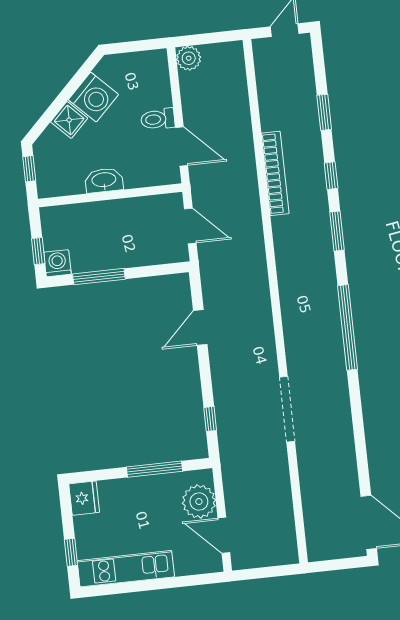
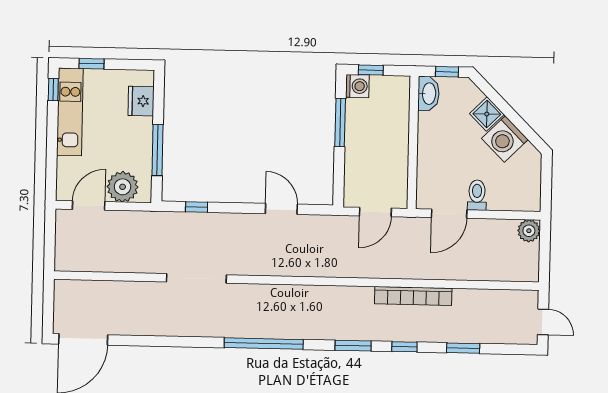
washbasin: (104, 180) -> (428, 94), moved
fridge: (84, 498) -> (141, 101), moved, turned 90
window: (104, 590) -> (53, 90), added

